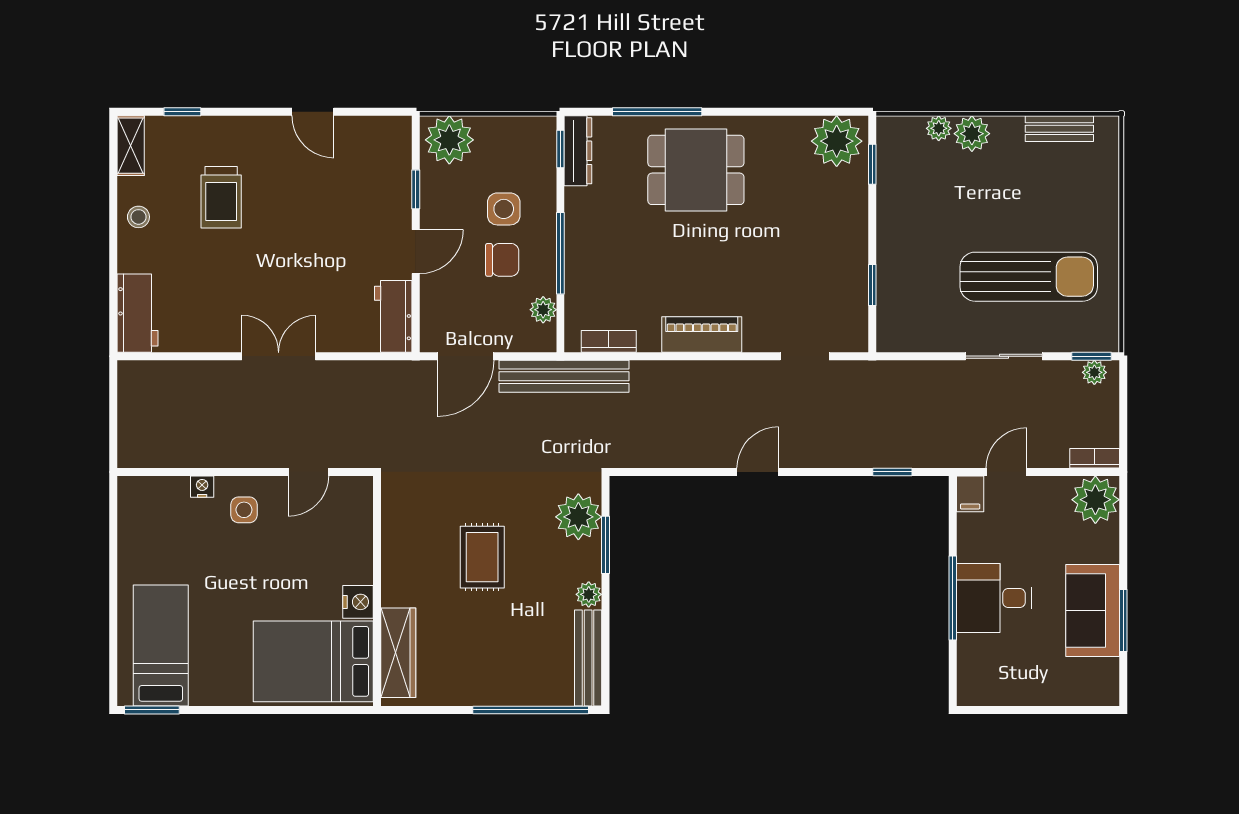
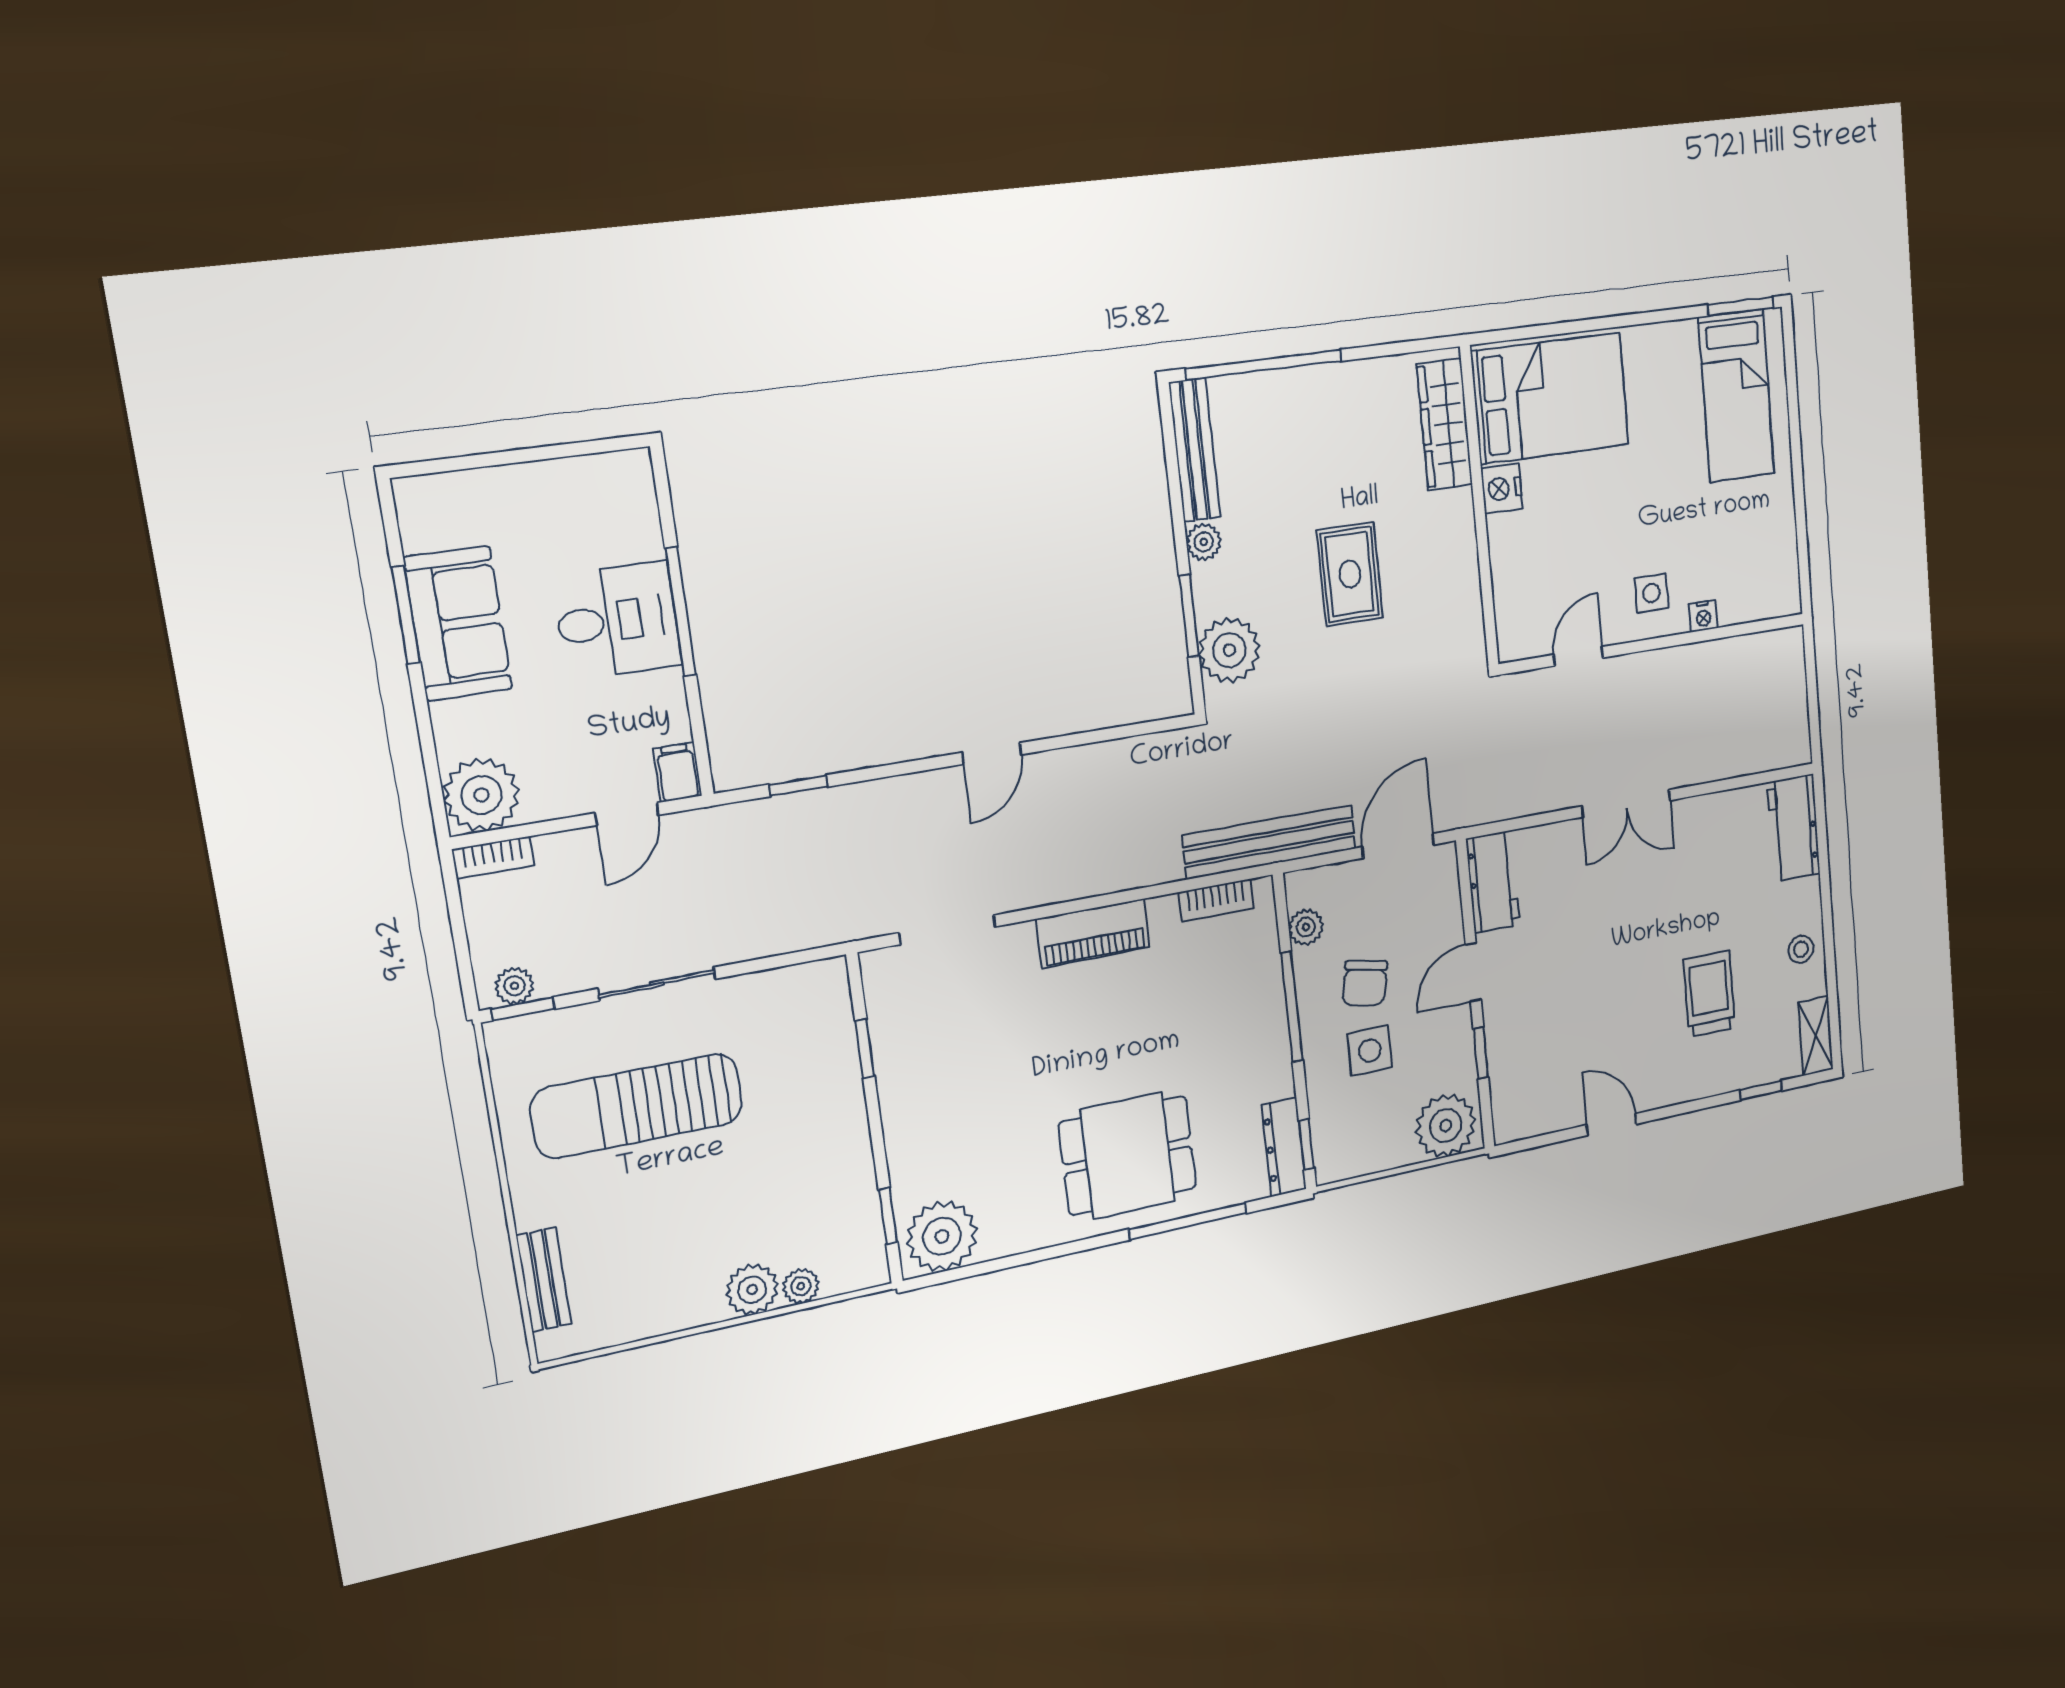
bench: (1059, 129) -> (544, 1280), moved, turned 90
chair: (502, 260) -> (1365, 983), turned -79
doorway: (805, 356) -> (947, 930), width x1.38

